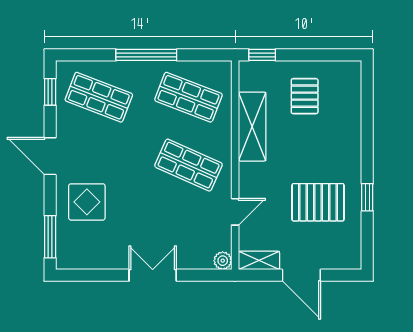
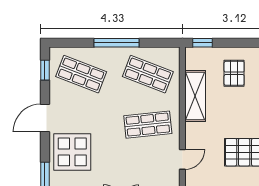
door: (50, 156) -> (45, 118), hinge flipped
shop shelf: (189, 165) -> (148, 125), turned -30
display table: (87, 202) -> (72, 152), width x1.36, depth x1.36

